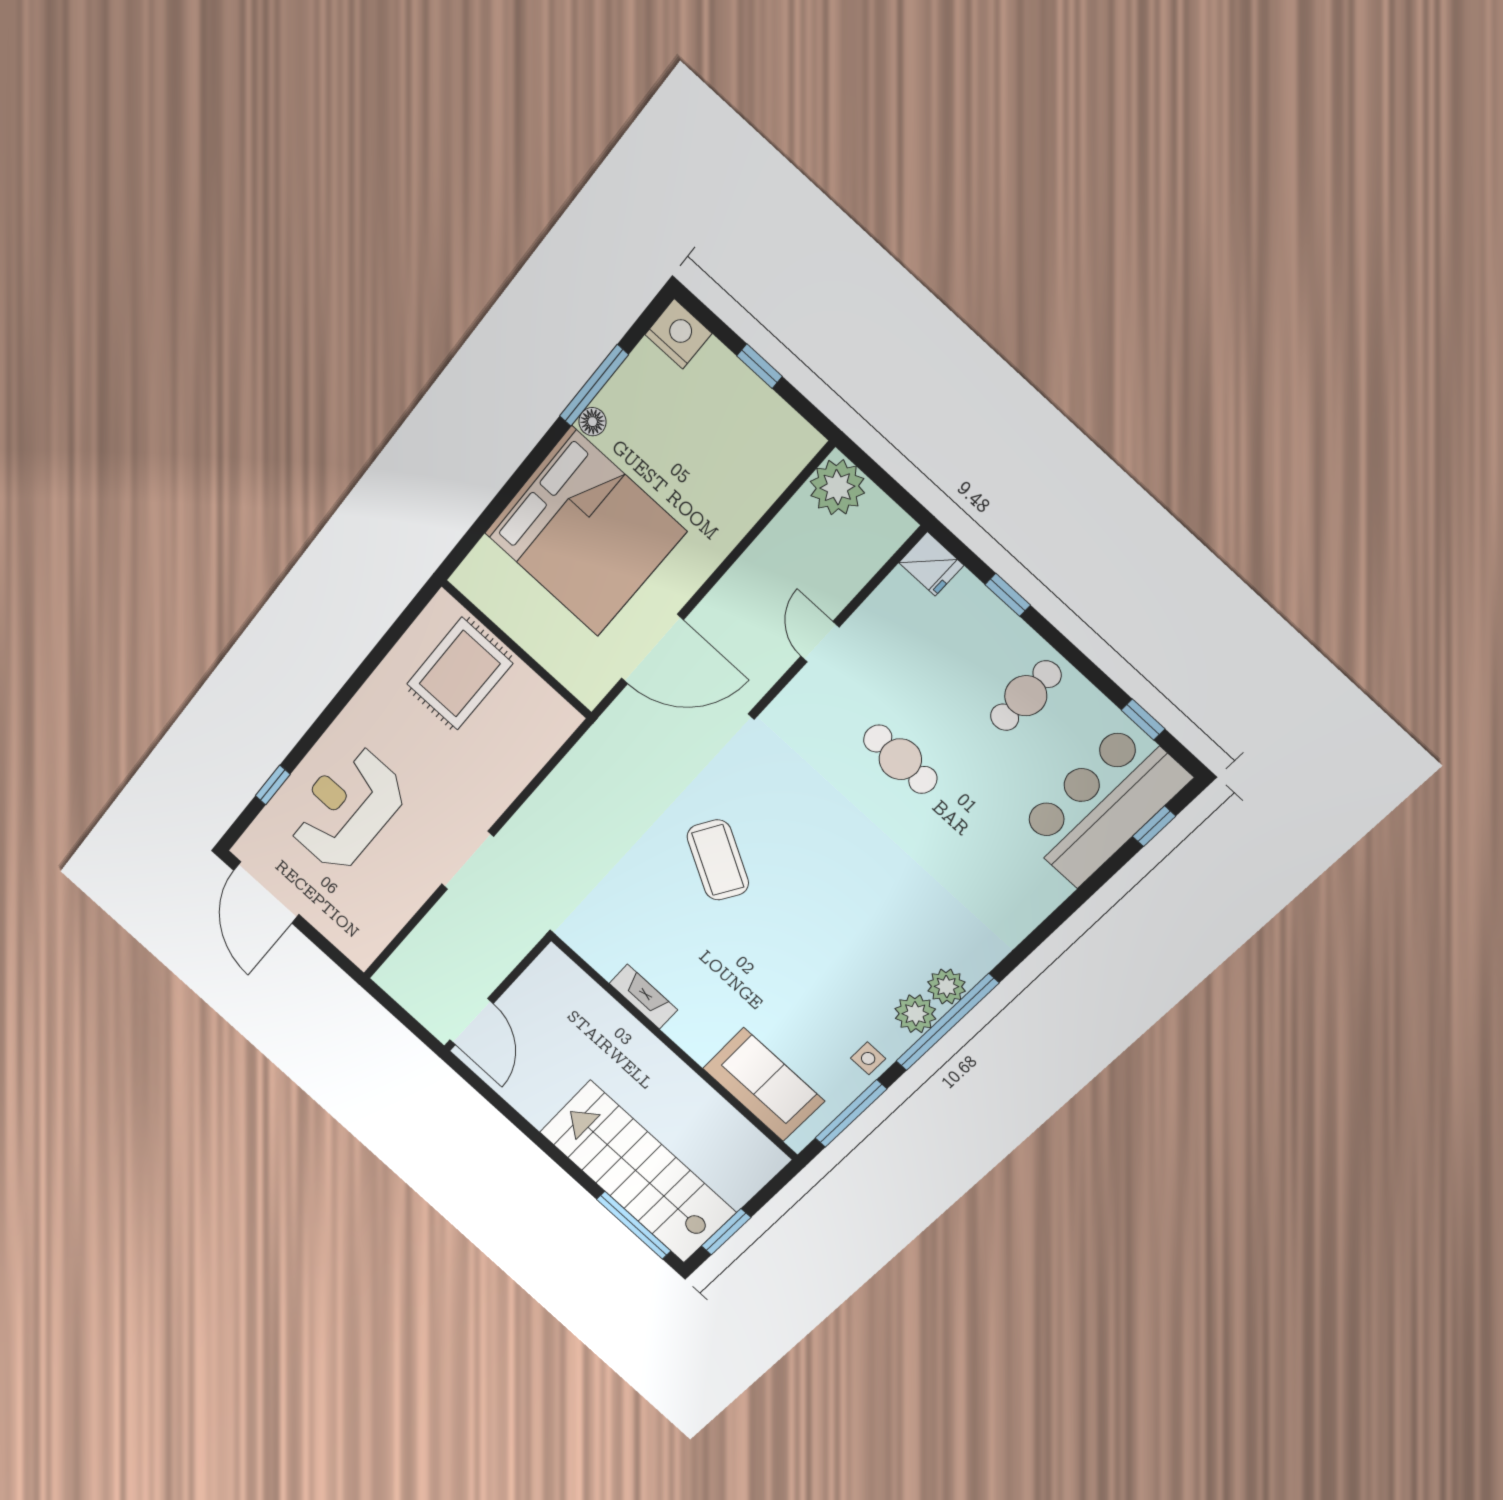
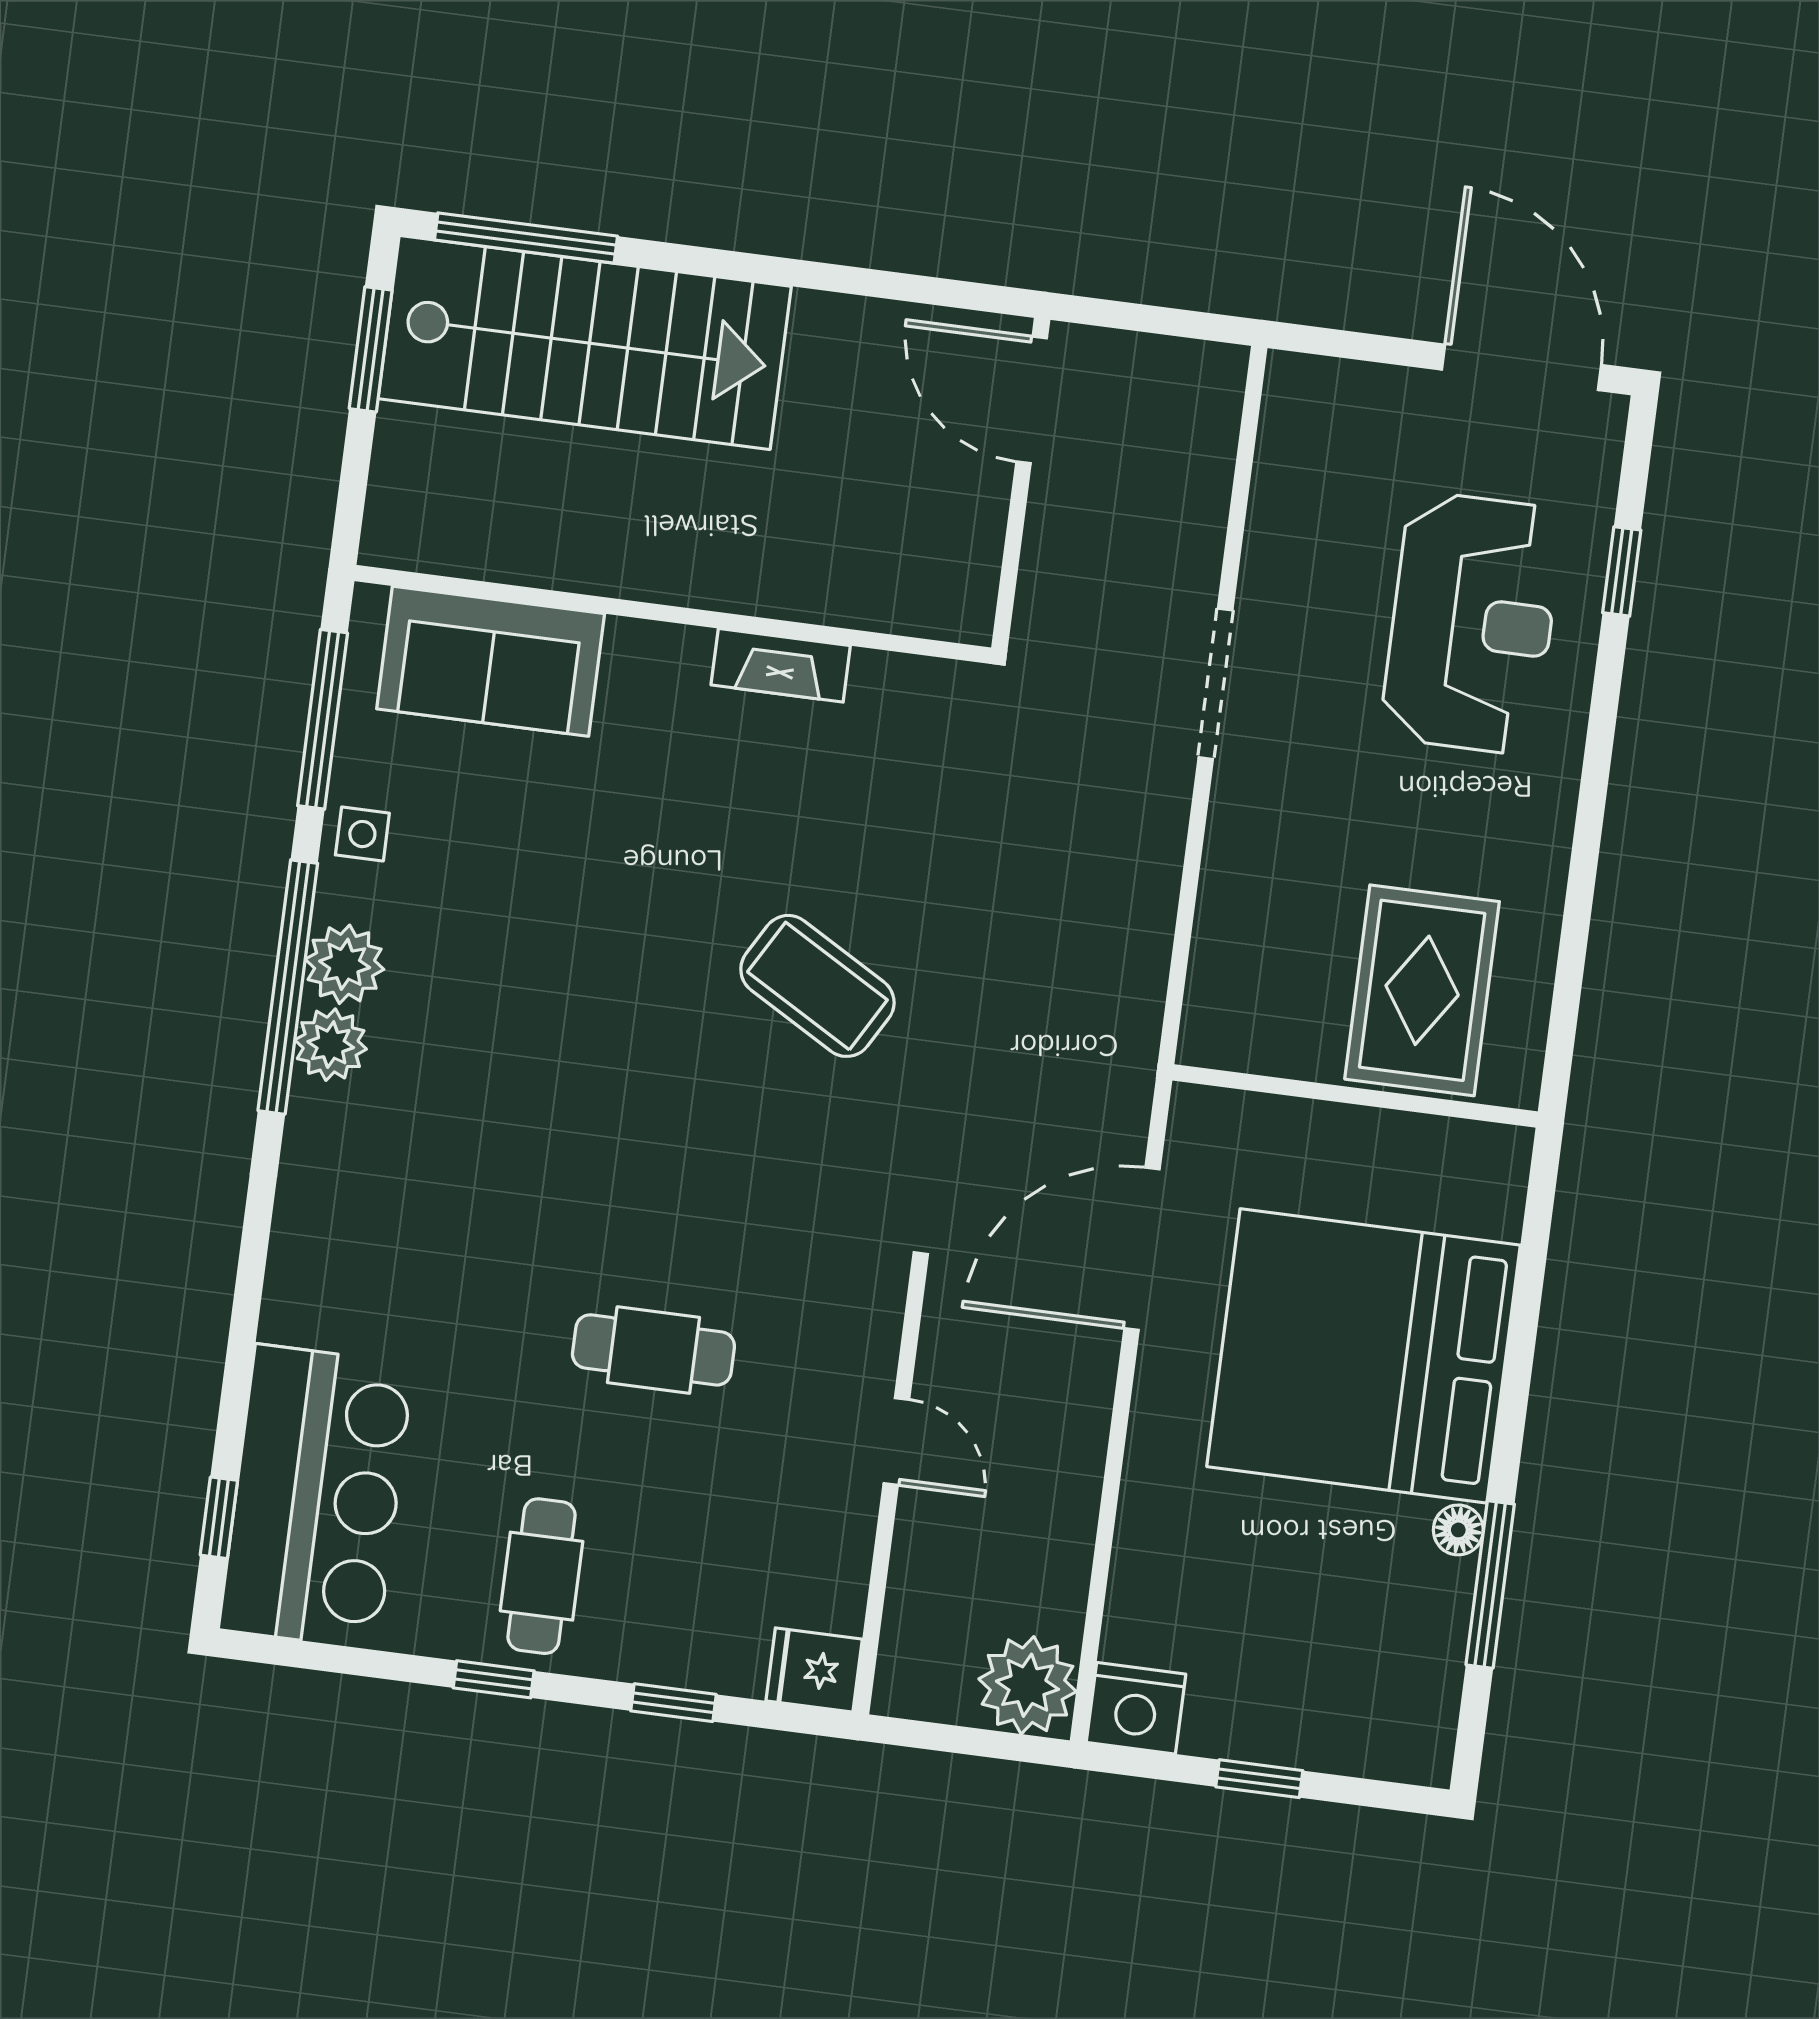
nightstand: (678, 334) -> (1136, 1708), moved
window: (1143, 719) -> (494, 1679), moved

